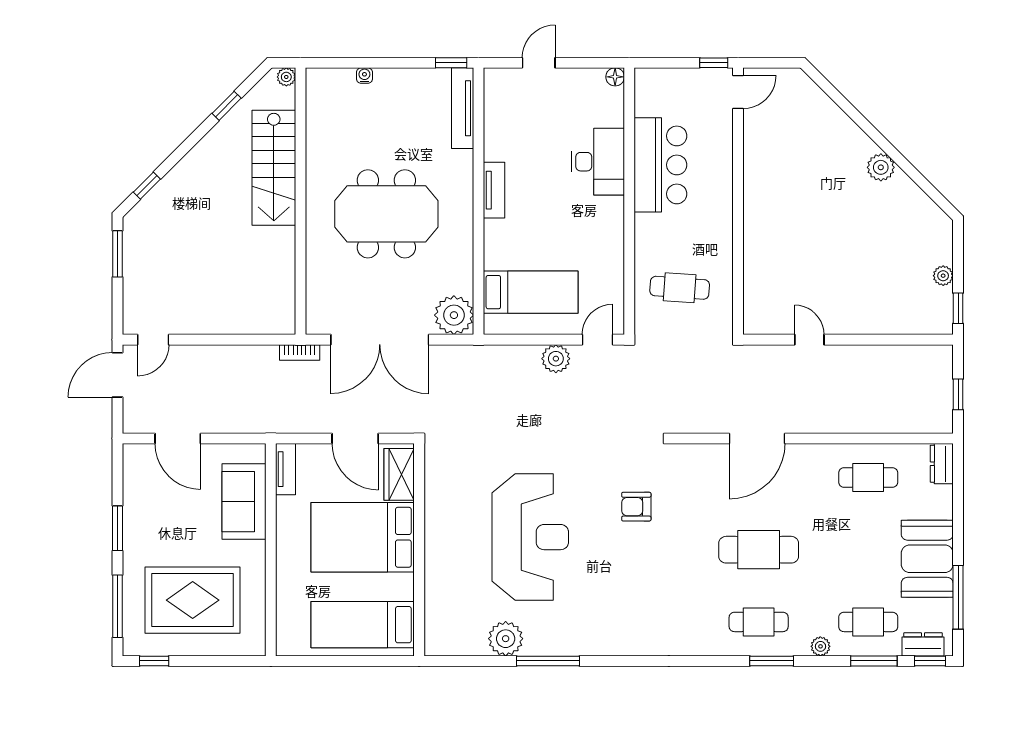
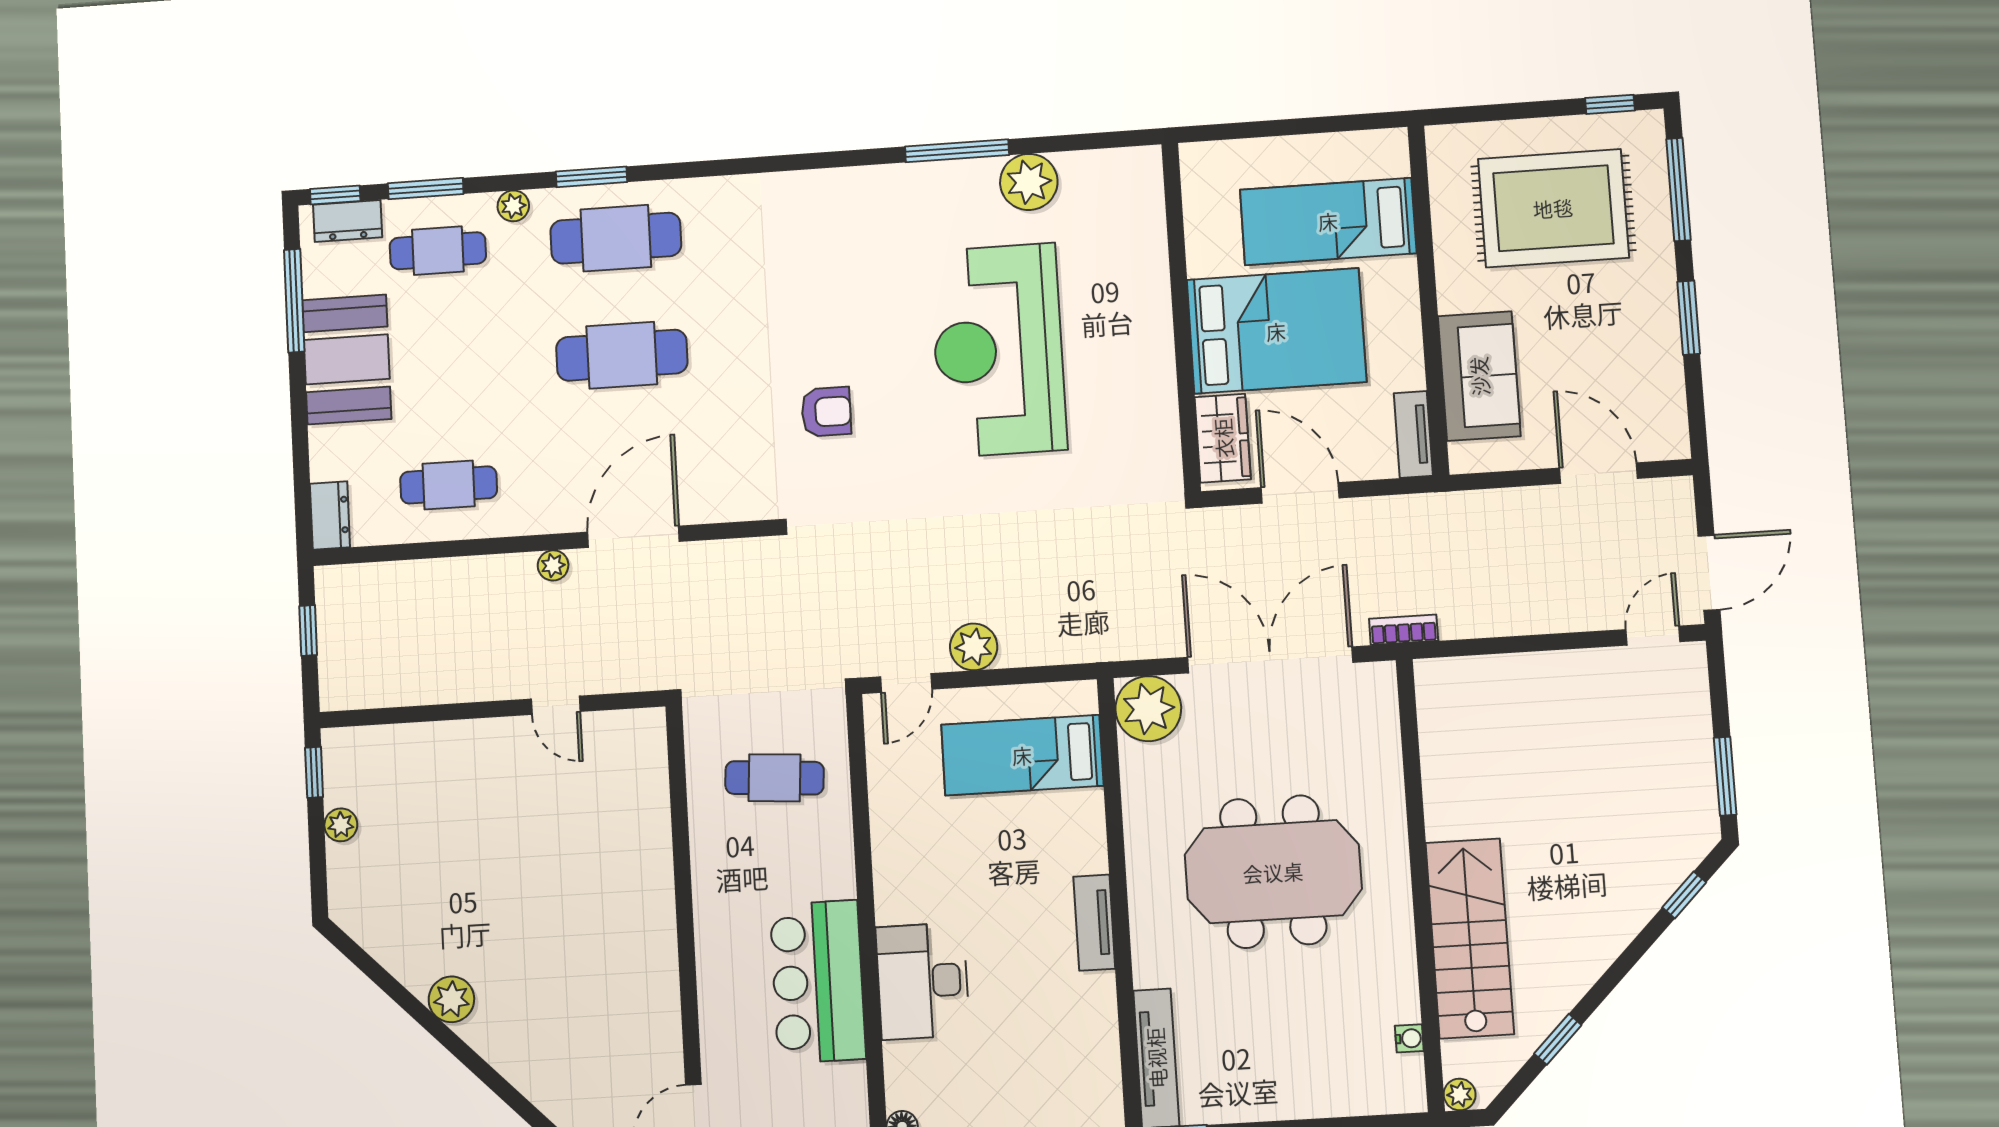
water cooler: (364, 76) -> (1409, 1038), moved, turned -90
plant: (807, 424) -> (553, 565), added
cafe table: (759, 622) -> (616, 238), width x1.37, depth x1.35
bed: (363, 625) -> (1328, 221), moved, turned 180

